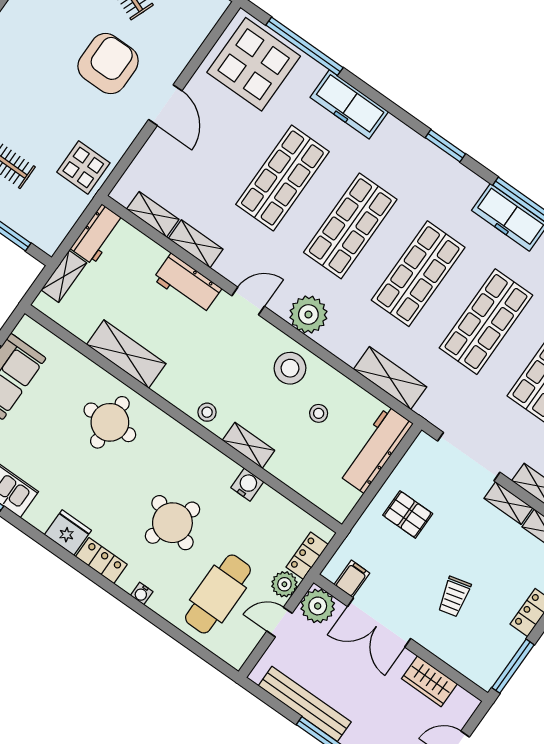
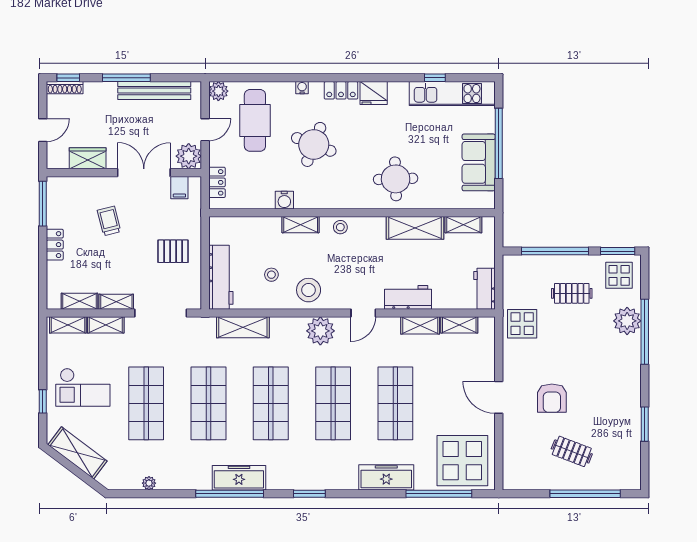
armchair: (108, 64) -> (552, 398), width x0.73, depth x0.73
shelving: (64, 276) -> (463, 225), moved, turned 90
plant: (284, 584) -> (218, 91), moved

